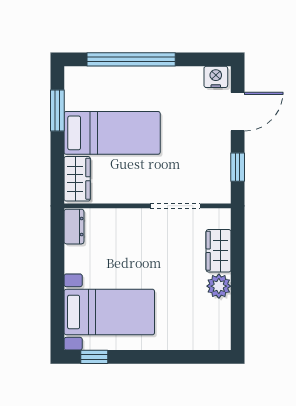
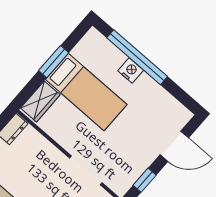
nightstand: (216, 77) -> (131, 70), moved
window: (57, 110) -> (54, 62), moved

